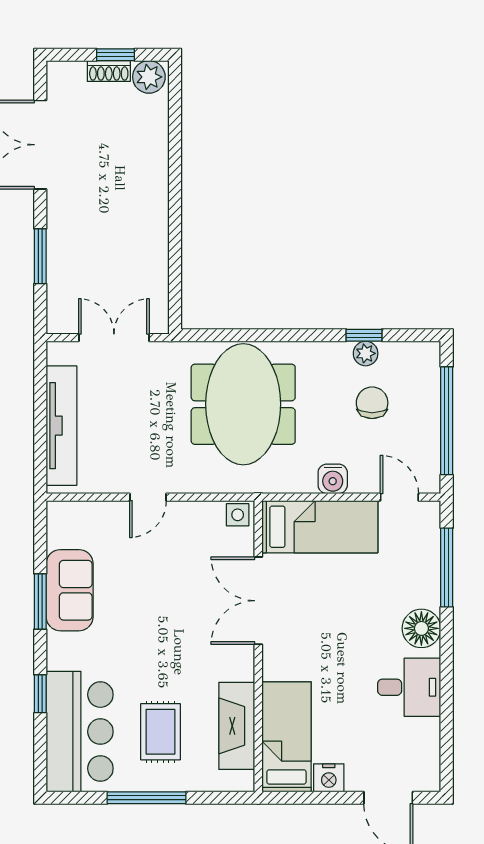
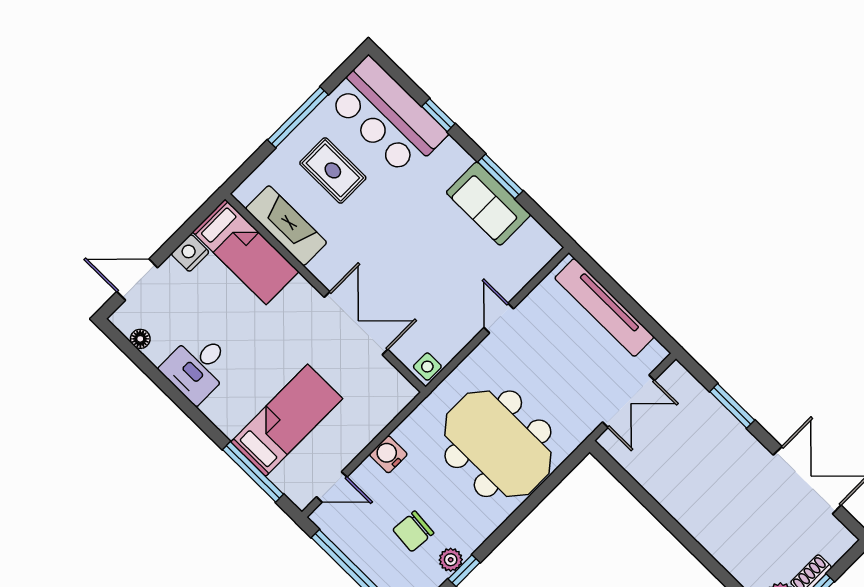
chair: (372, 403) -> (413, 531), turned 95
bed: (320, 527) -> (287, 420), moved, turned 180
floor lamp: (421, 628) -> (140, 339), moved, width x0.53, depth x0.53

